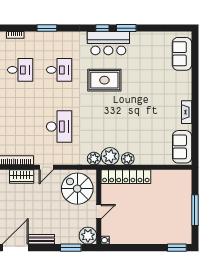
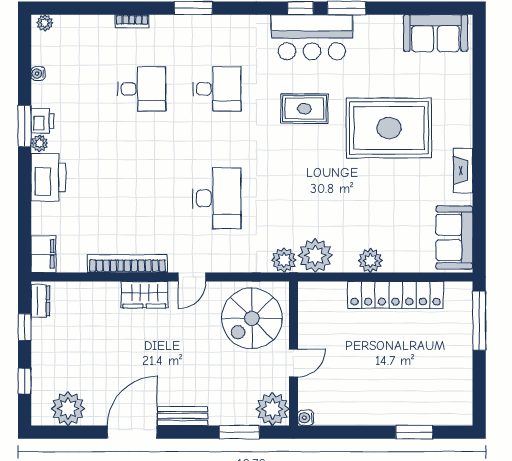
sofa: (182, 54) -> (435, 33), moved, turned -90
rug: (104, 80) -> (304, 109), width x0.73, depth x0.70
rug: (148, 90) -> (389, 128), added
plant: (128, 159) -> (370, 261), moved
locker: (126, 177) -> (396, 295), moved
spiral stairs: (77, 189) -> (252, 318), turned -90
window: (195, 210) -> (479, 321), moved
window: (177, 248) -> (414, 432), moved

